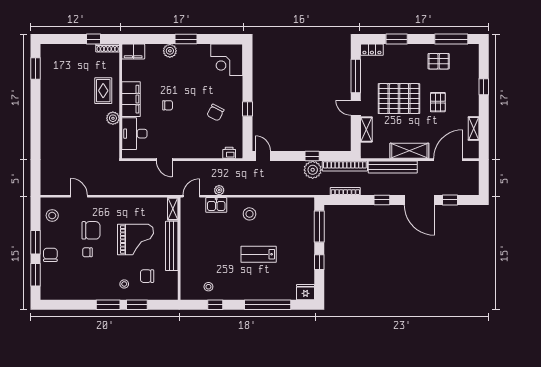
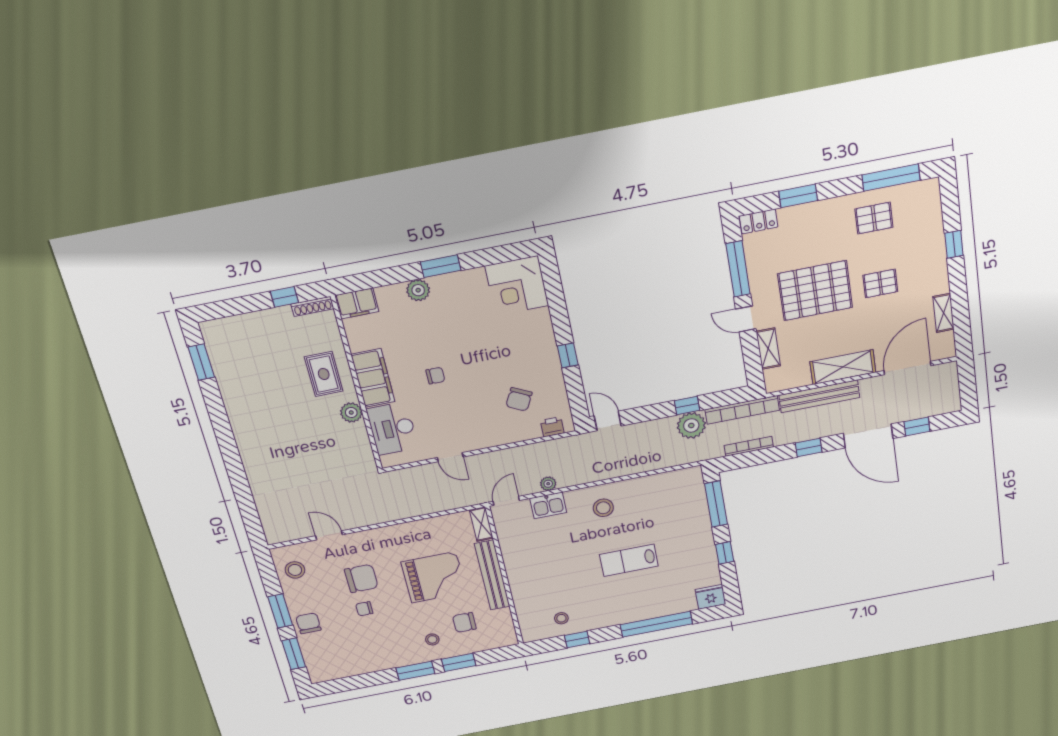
pallet: (438, 102) -> (880, 283), turned 90
chair: (215, 113) -> (519, 399), moved

